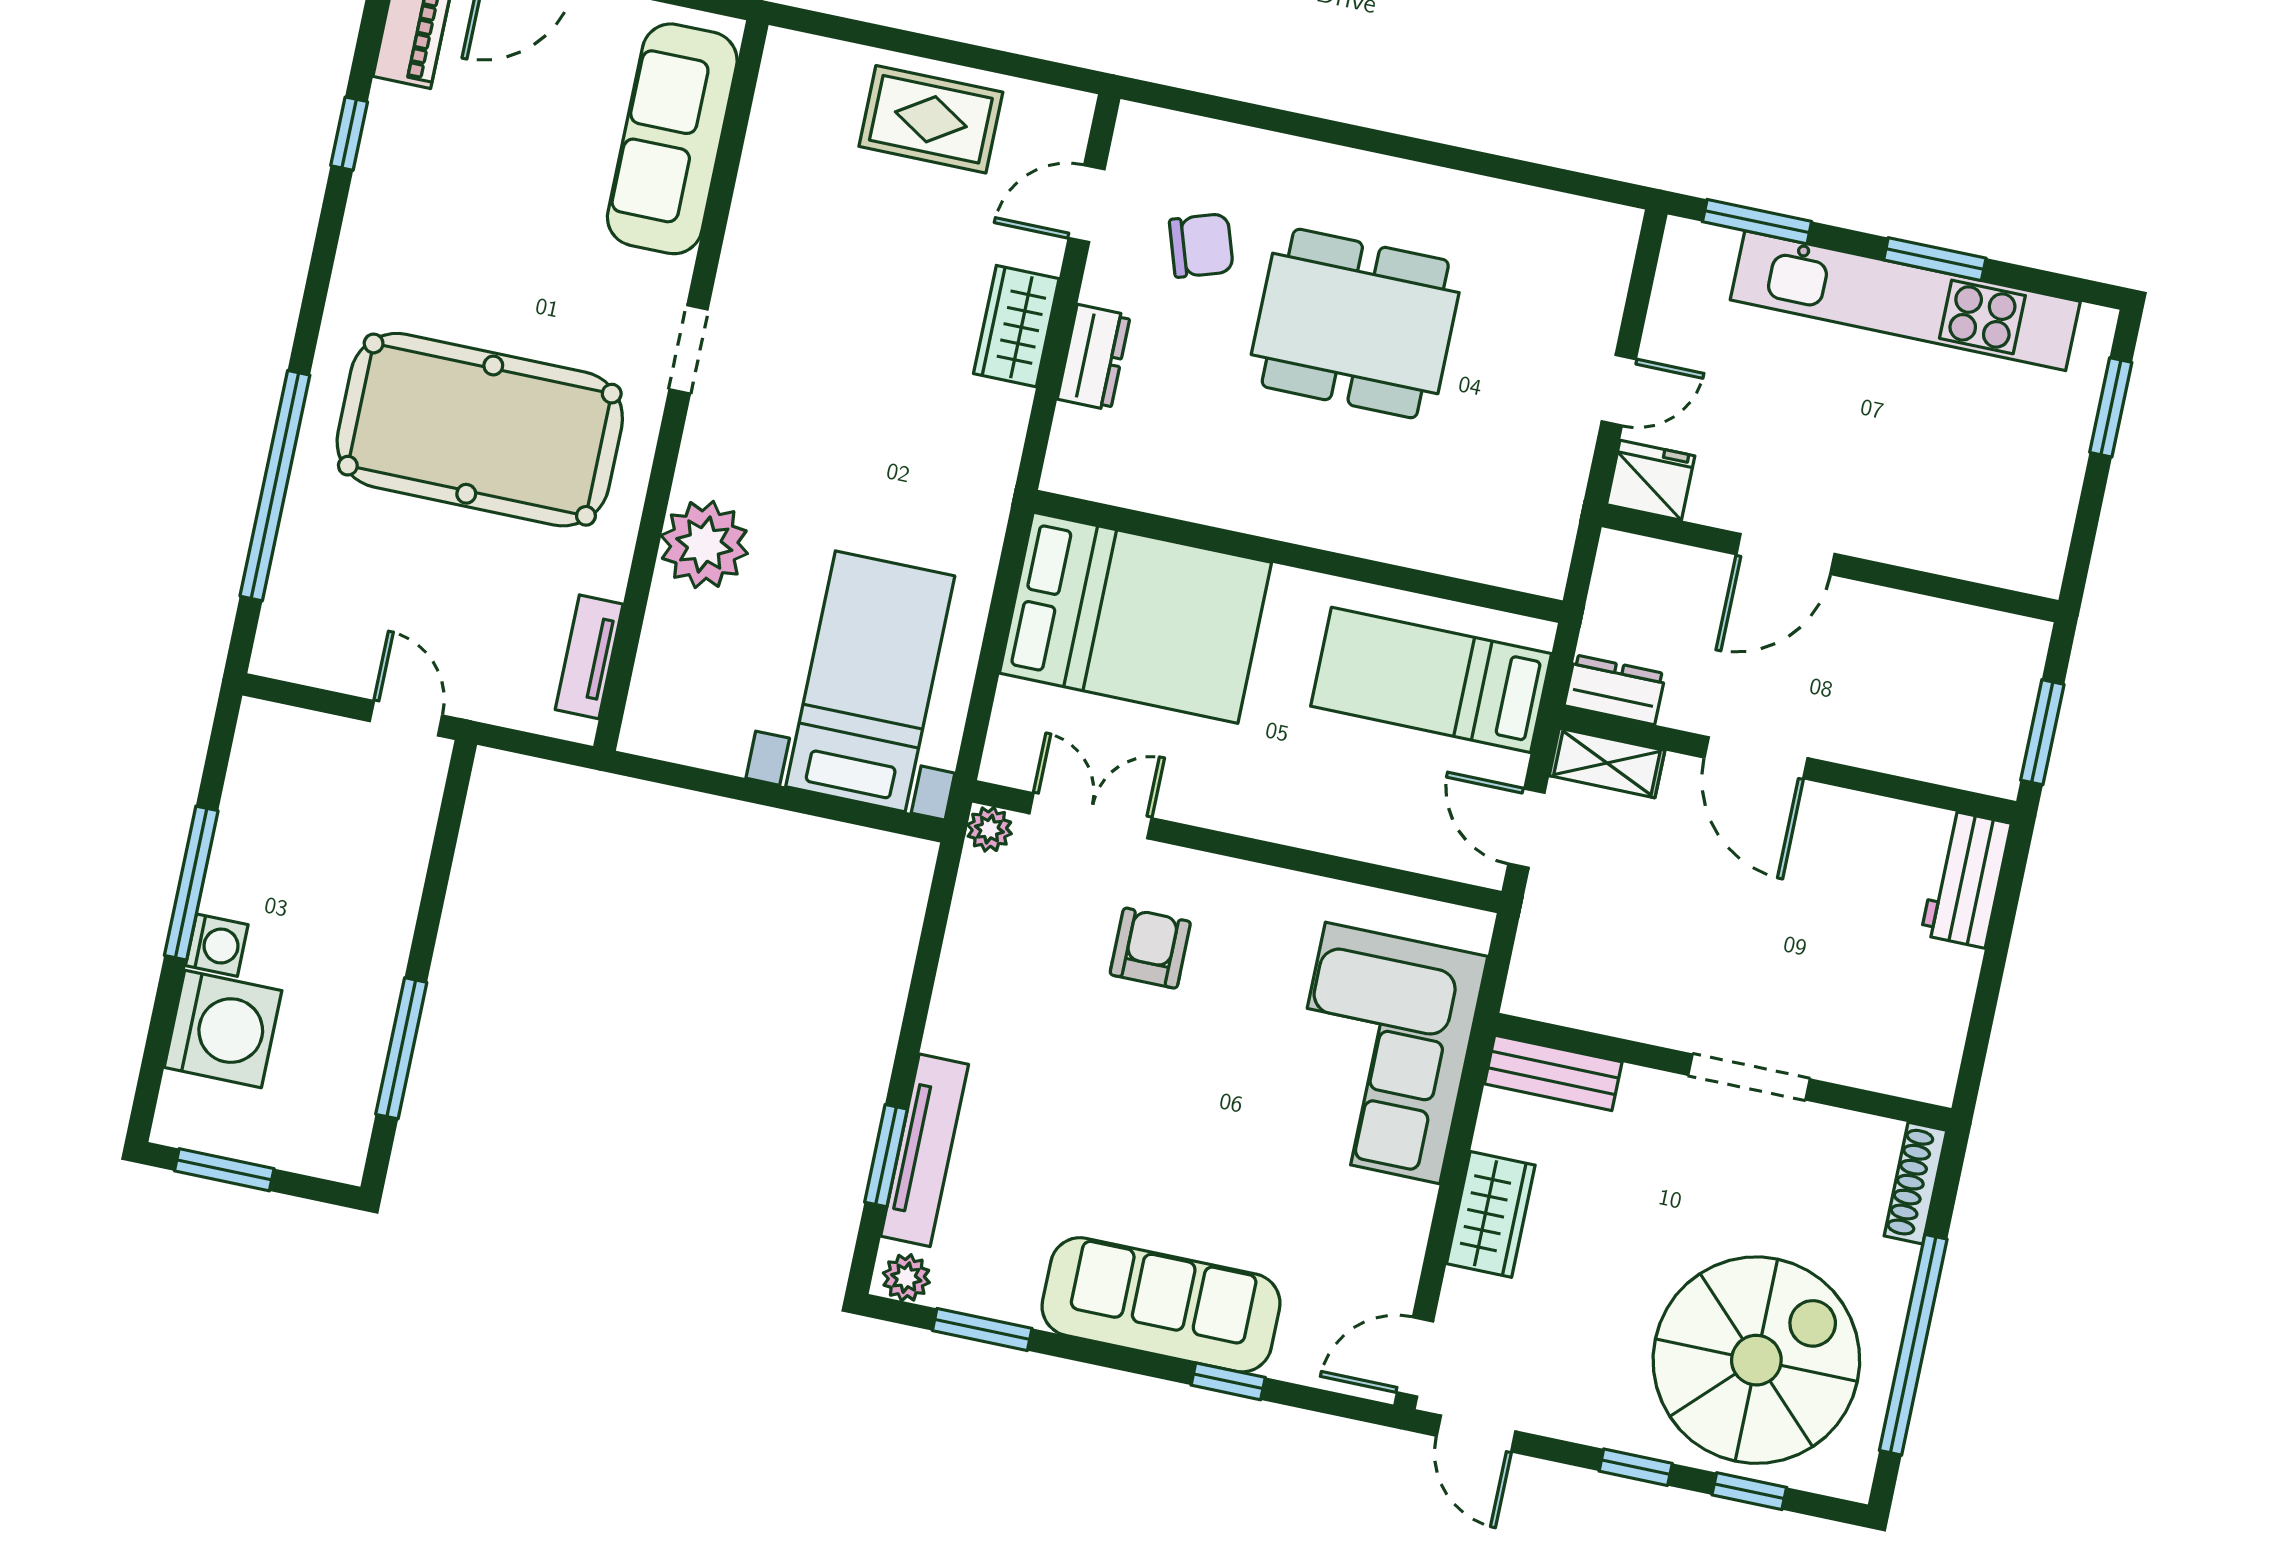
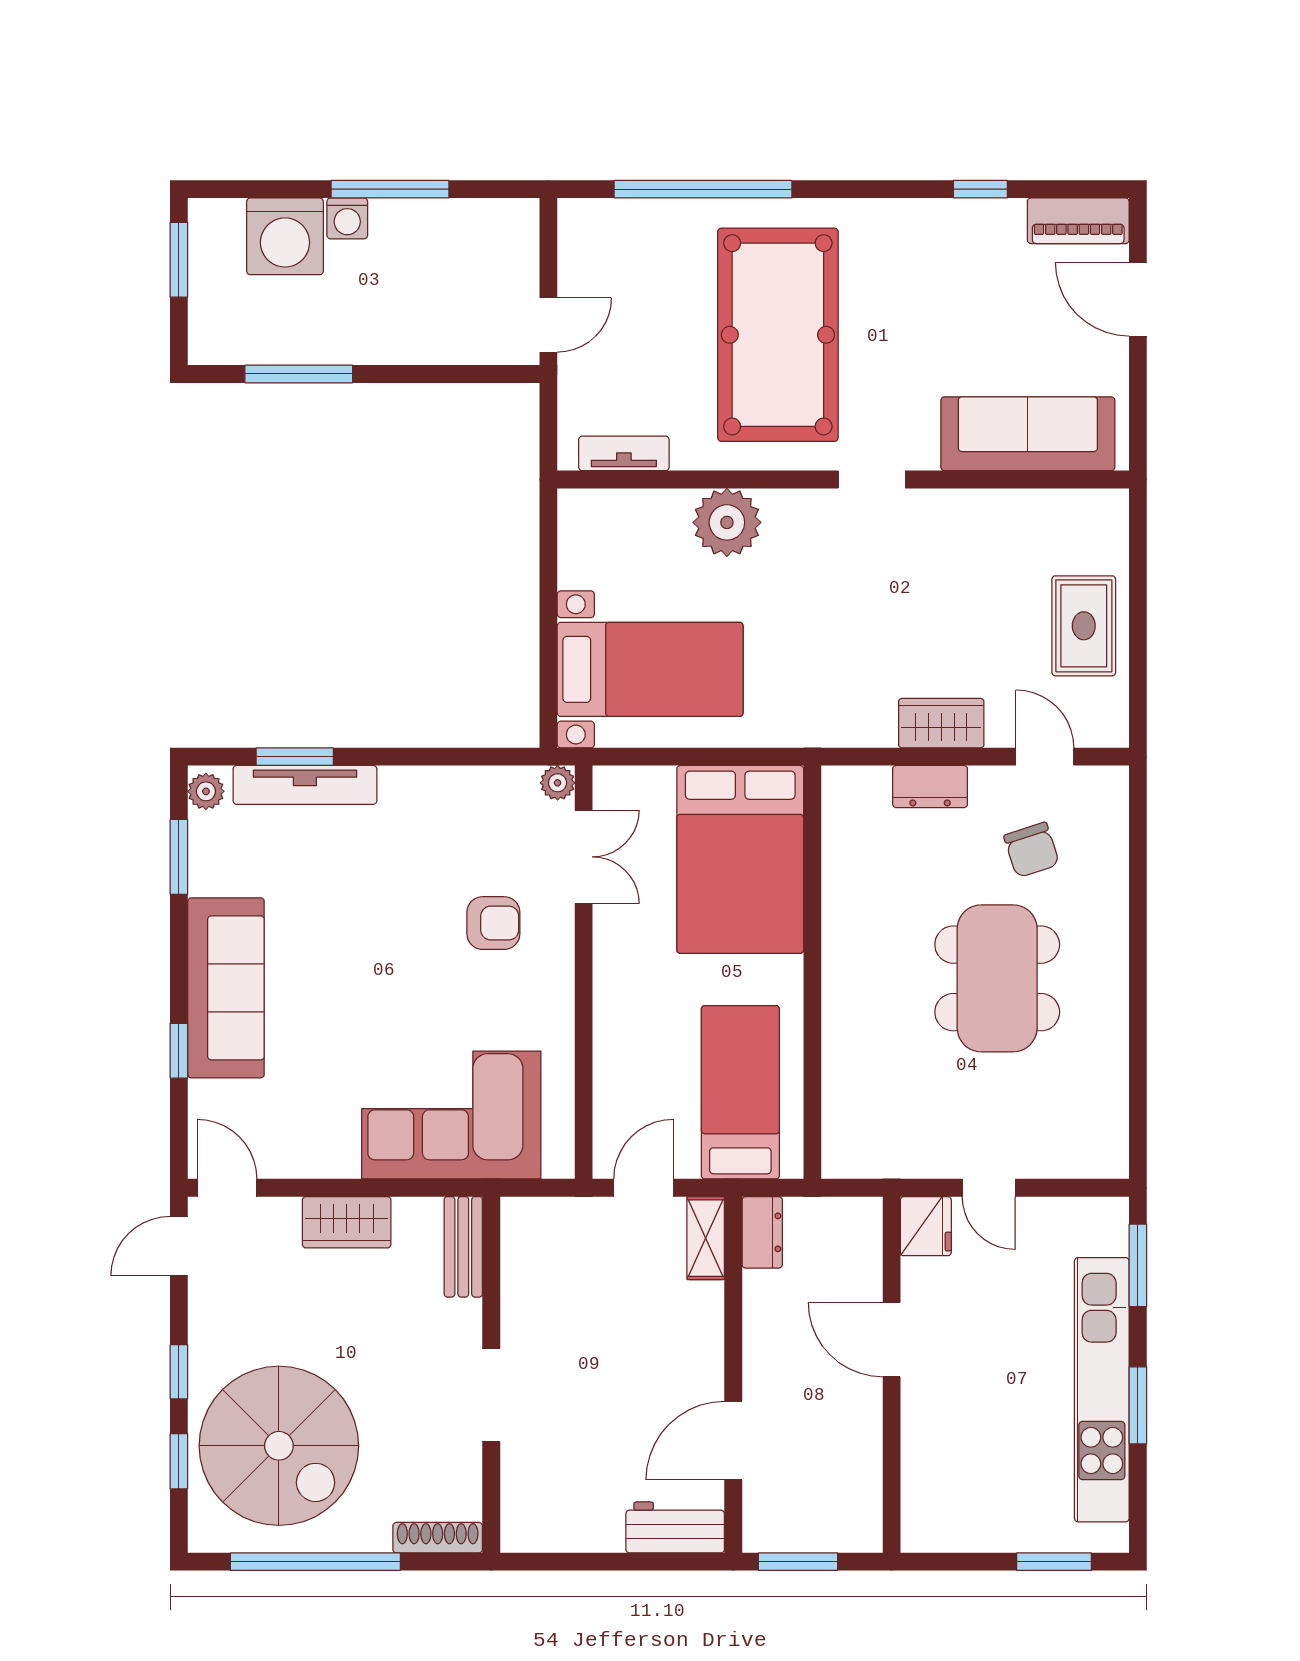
door: (1756, 758) -> (733, 1441), moved

